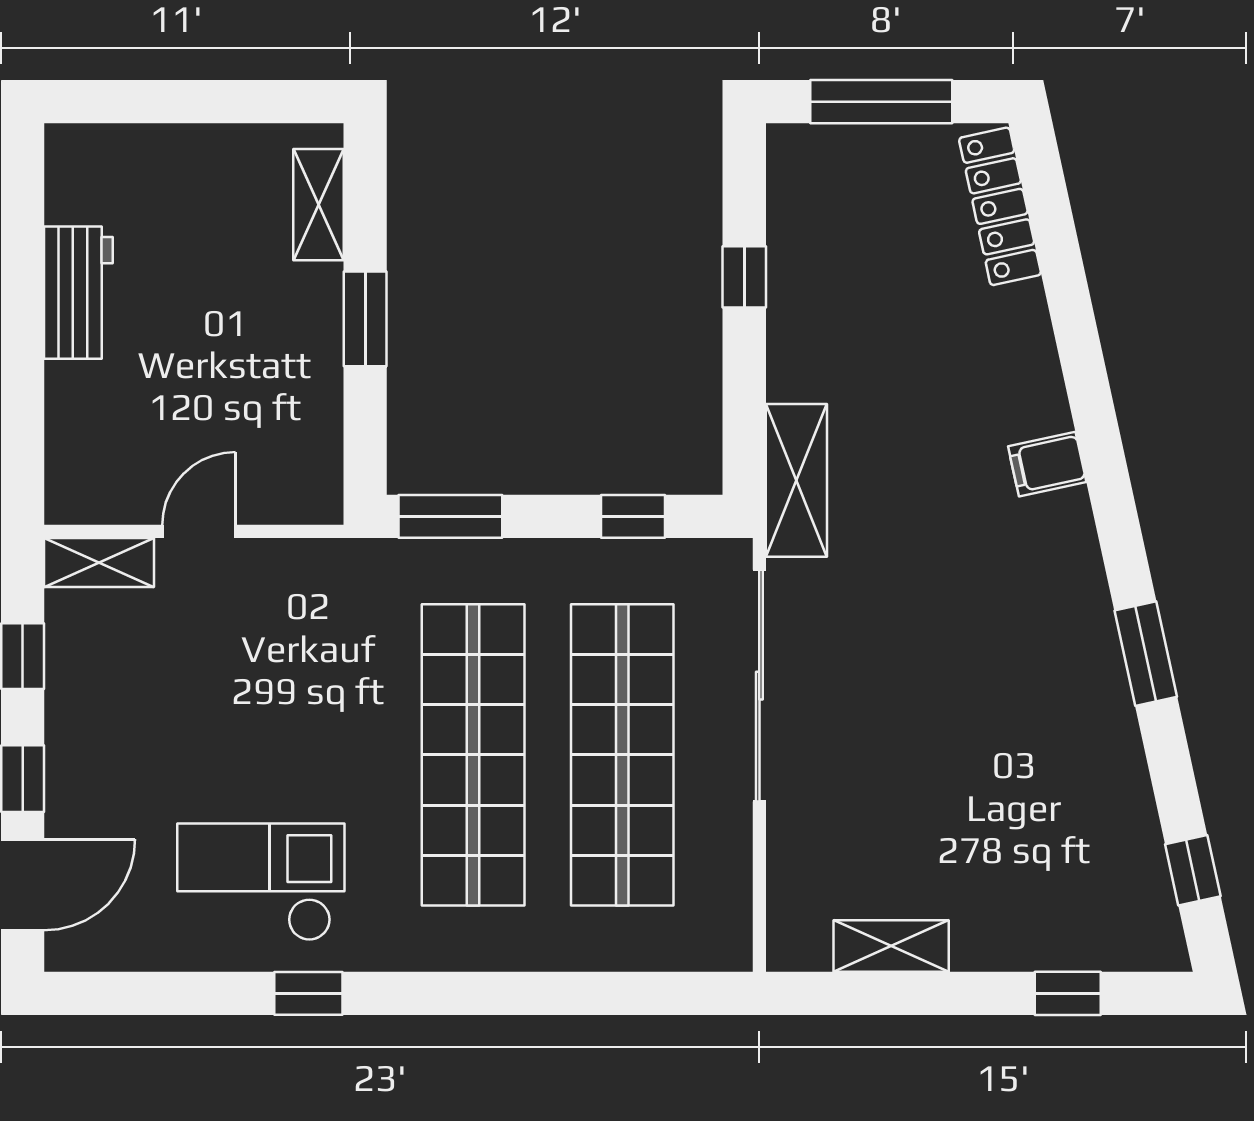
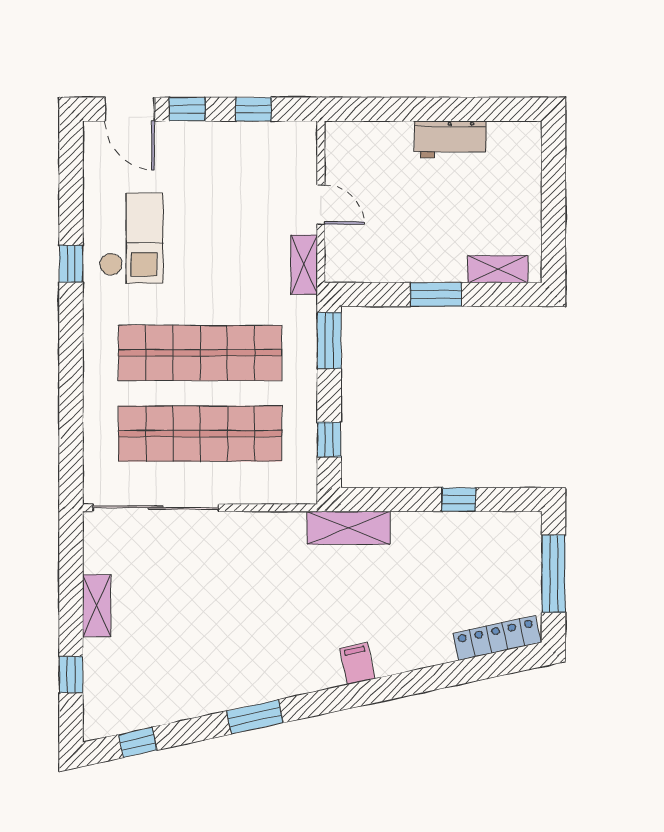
shelving: (99, 563) -> (304, 265), moved
sliding door: (759, 686) -> (156, 508), moved
shelving: (891, 946) -> (97, 606), moved

